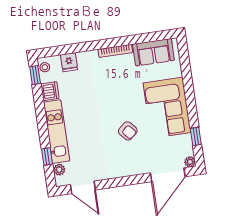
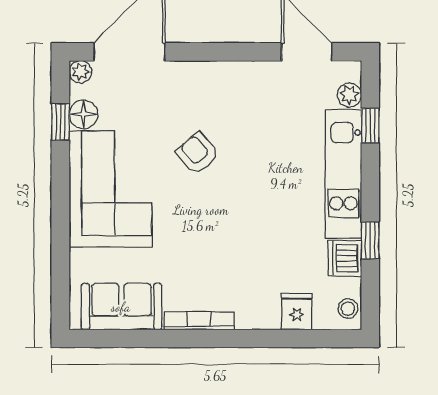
window: (35, 75) -> (370, 240), moved
floor lamp: (185, 142) -> (84, 114), added

